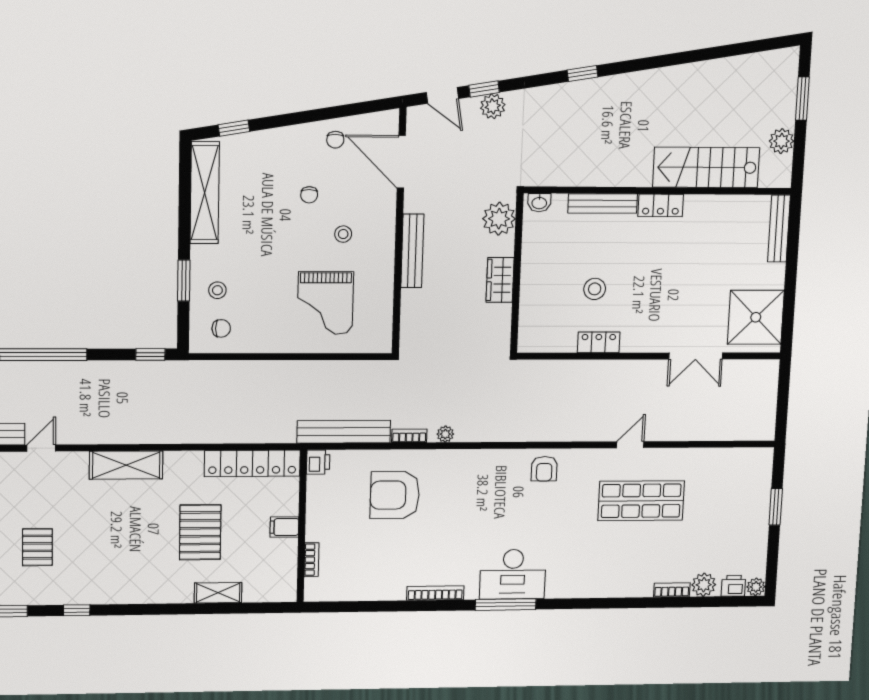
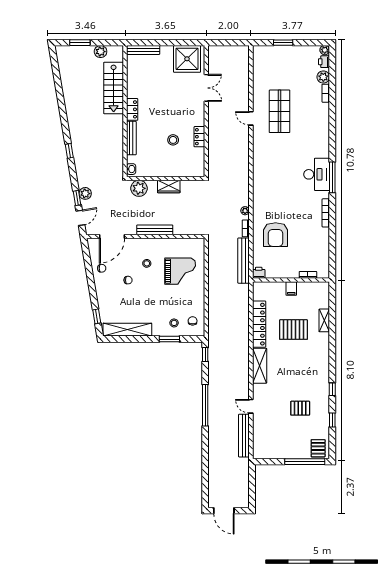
locker: (252, 463) -> (259, 324), moved
armchair: (544, 469) -> (263, 161), removed

